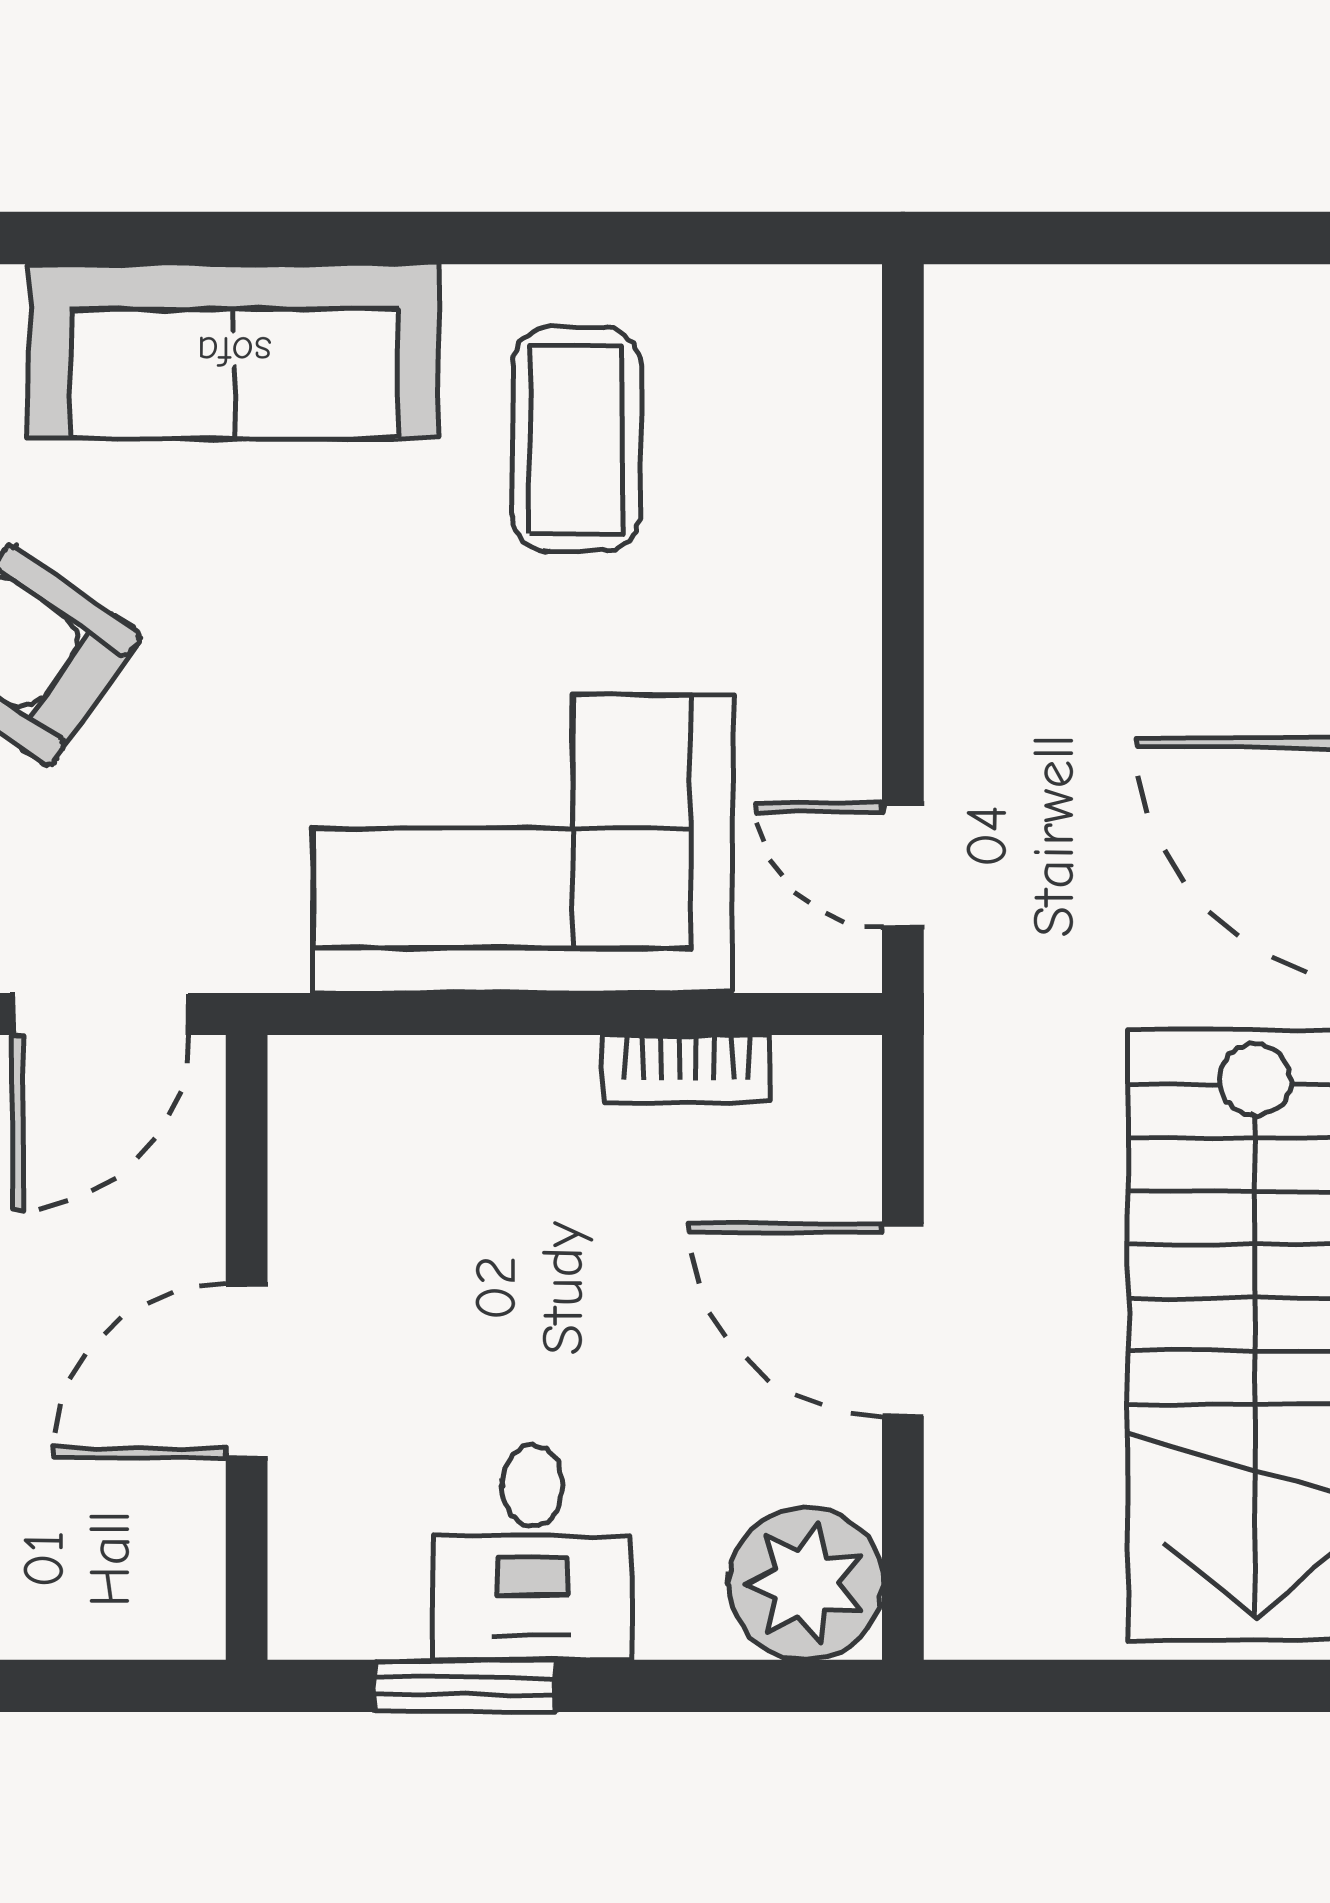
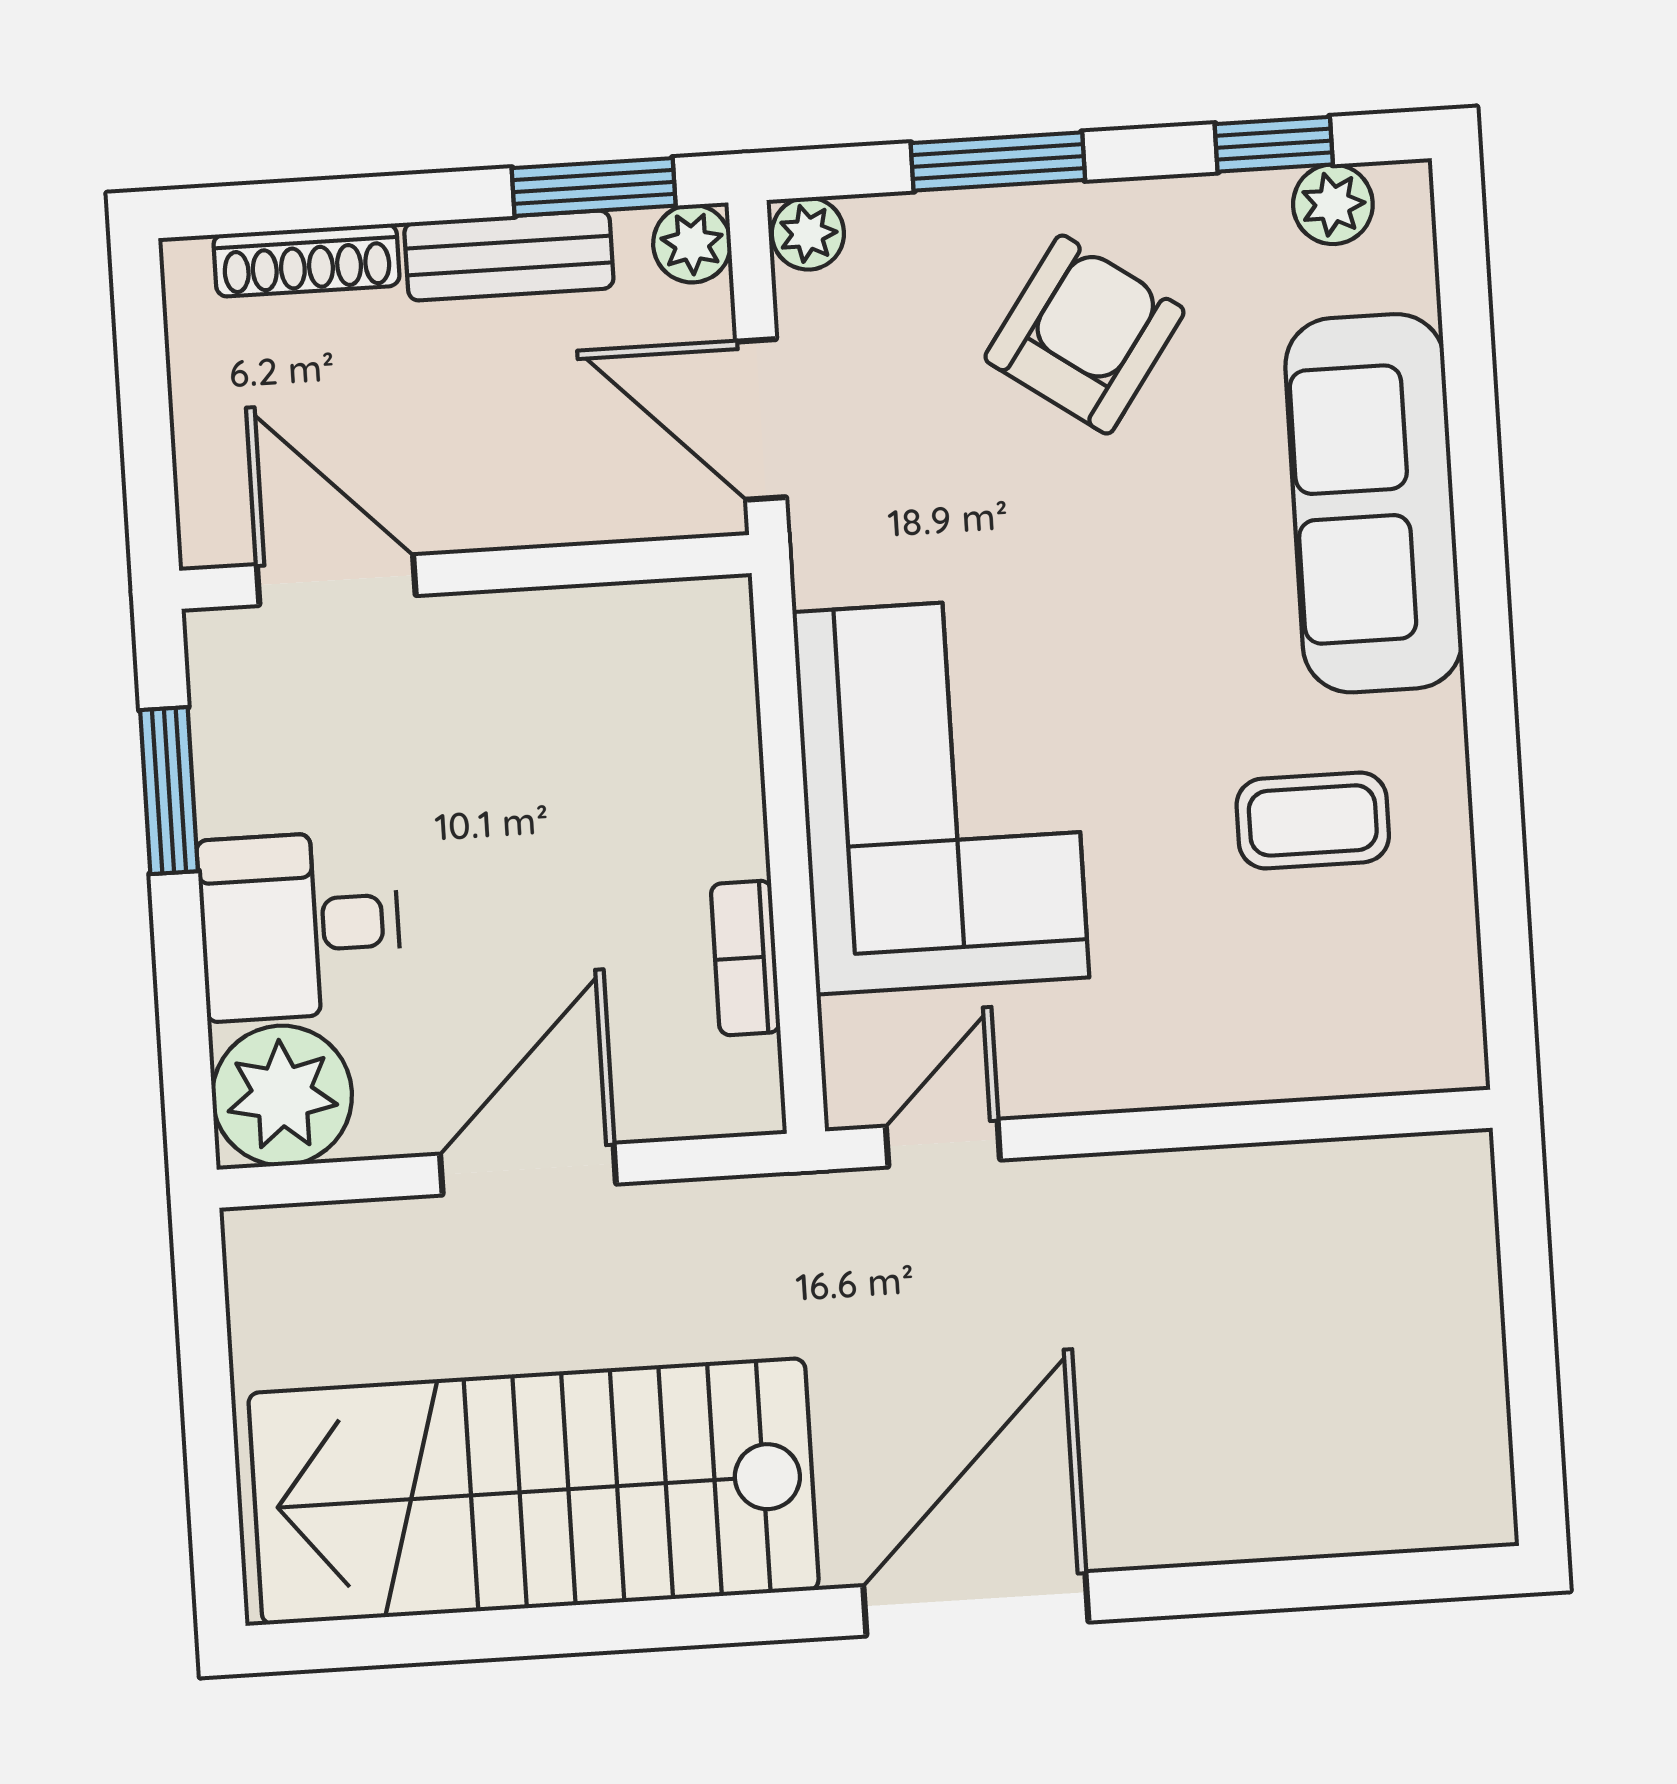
coffee table: (576, 439) -> (1313, 820), width x0.73, depth x0.77
door: (247, 1371) -> (336, 580), moved
desk: (532, 1552) -> (300, 925), moved

